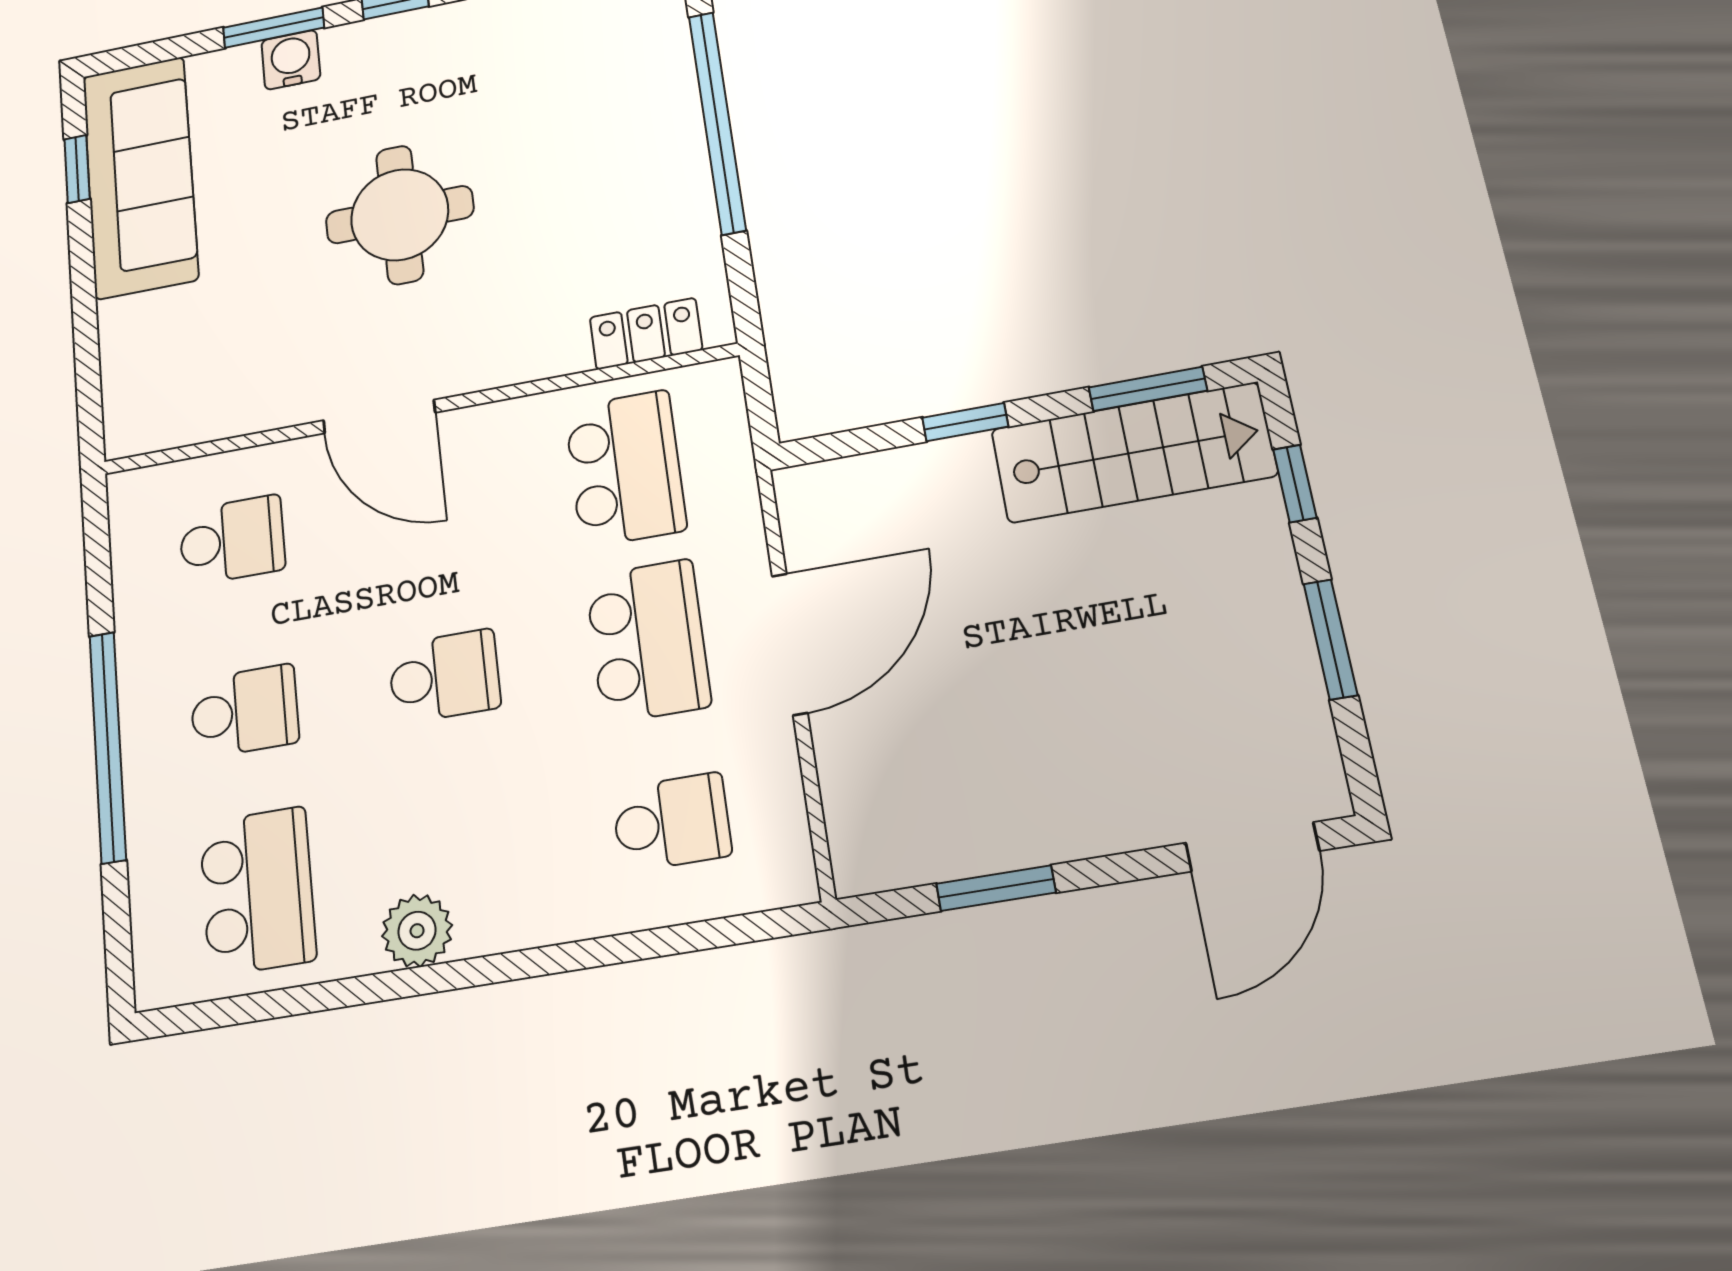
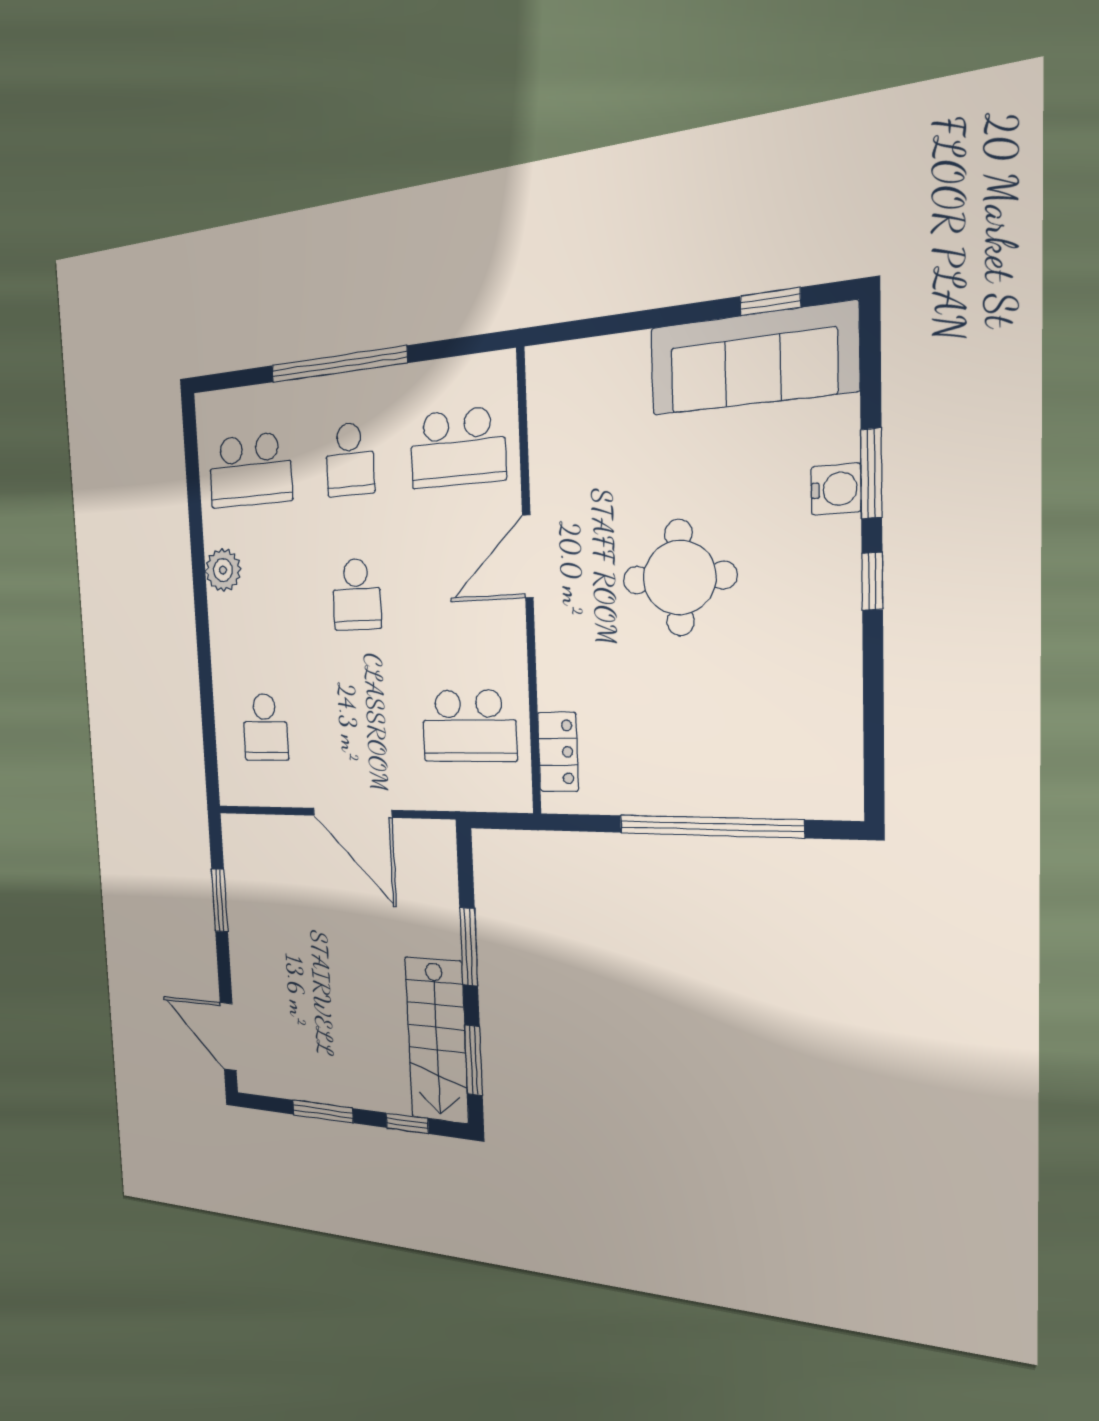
window: (965, 422) -> (469, 947), width x1.50
school desk: (232, 540) -> (457, 448), width x1.85
school desk: (648, 641) -> (363, 727), removed

